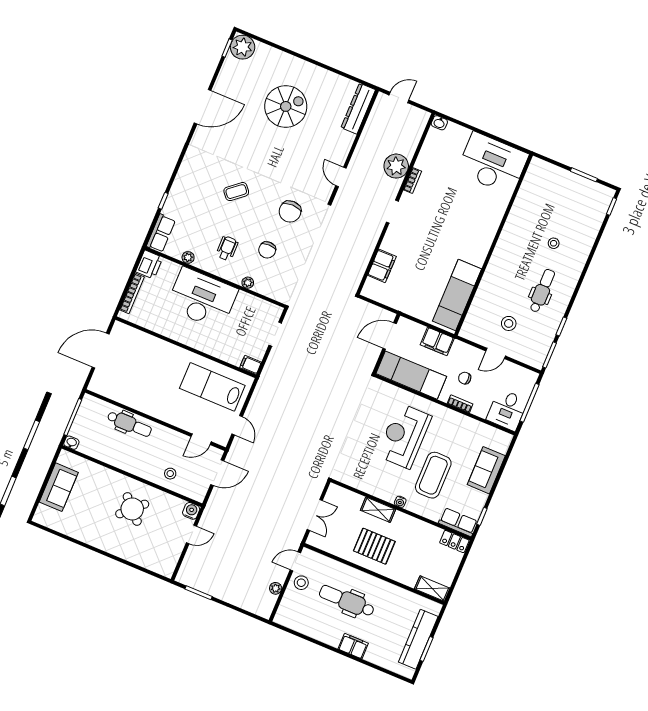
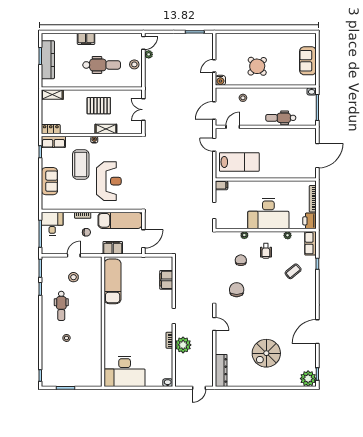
coffee table: (236, 192) -> (293, 271), moved
door: (295, 561) -> (143, 43), moved

